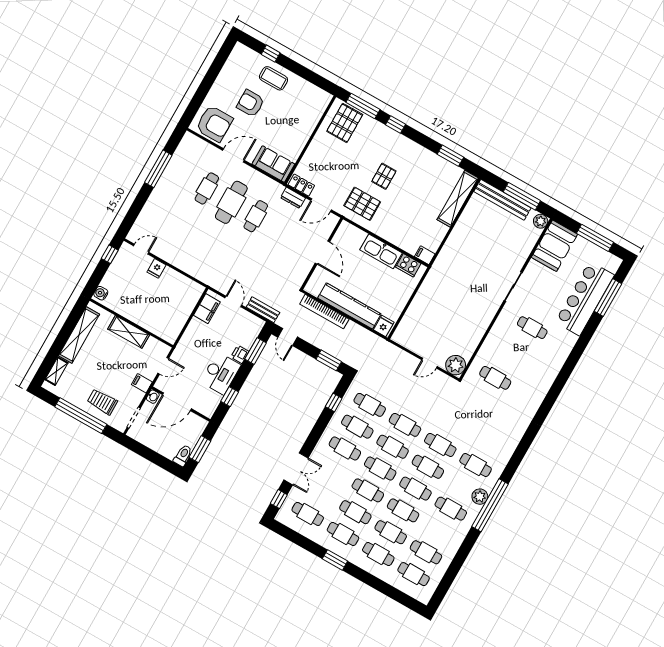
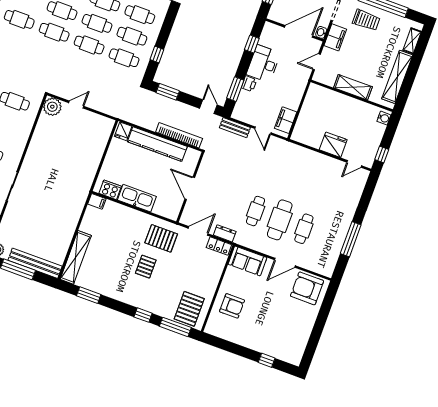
coffee table: (273, 78) -> (260, 338), removed
armchair: (250, 103) -> (232, 306), moved
fridge: (156, 268) -> (333, 145), width x1.88, depth x1.34
filing cabinet: (142, 383) -> (335, 37), width x2.00

